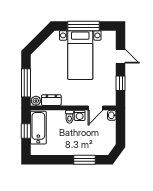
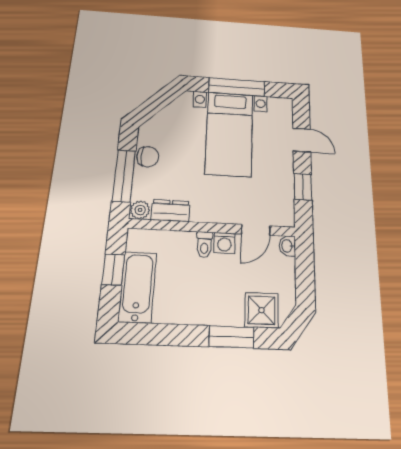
chair: (37, 72) -> (148, 157), added
bathtub: (38, 128) -> (138, 287), moved
shower: (99, 147) -> (261, 310), added

